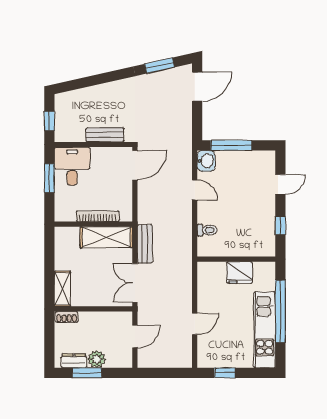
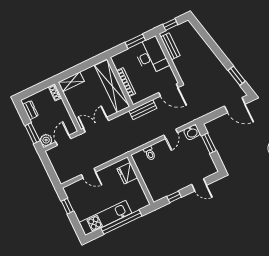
bench: (105, 135) -> (170, 46), moved
window: (231, 145) -> (209, 143), width x0.69
desk: (72, 166) -> (151, 56), width x1.37
shelving: (106, 237) -> (112, 86), width x1.47
bench: (145, 244) -> (143, 110), moved
fridge: (240, 273) -> (127, 173), moved
door: (135, 337) -> (63, 140), swing flipped
plant: (97, 359) -> (46, 140), moved
window: (87, 373) -> (32, 133), moved

